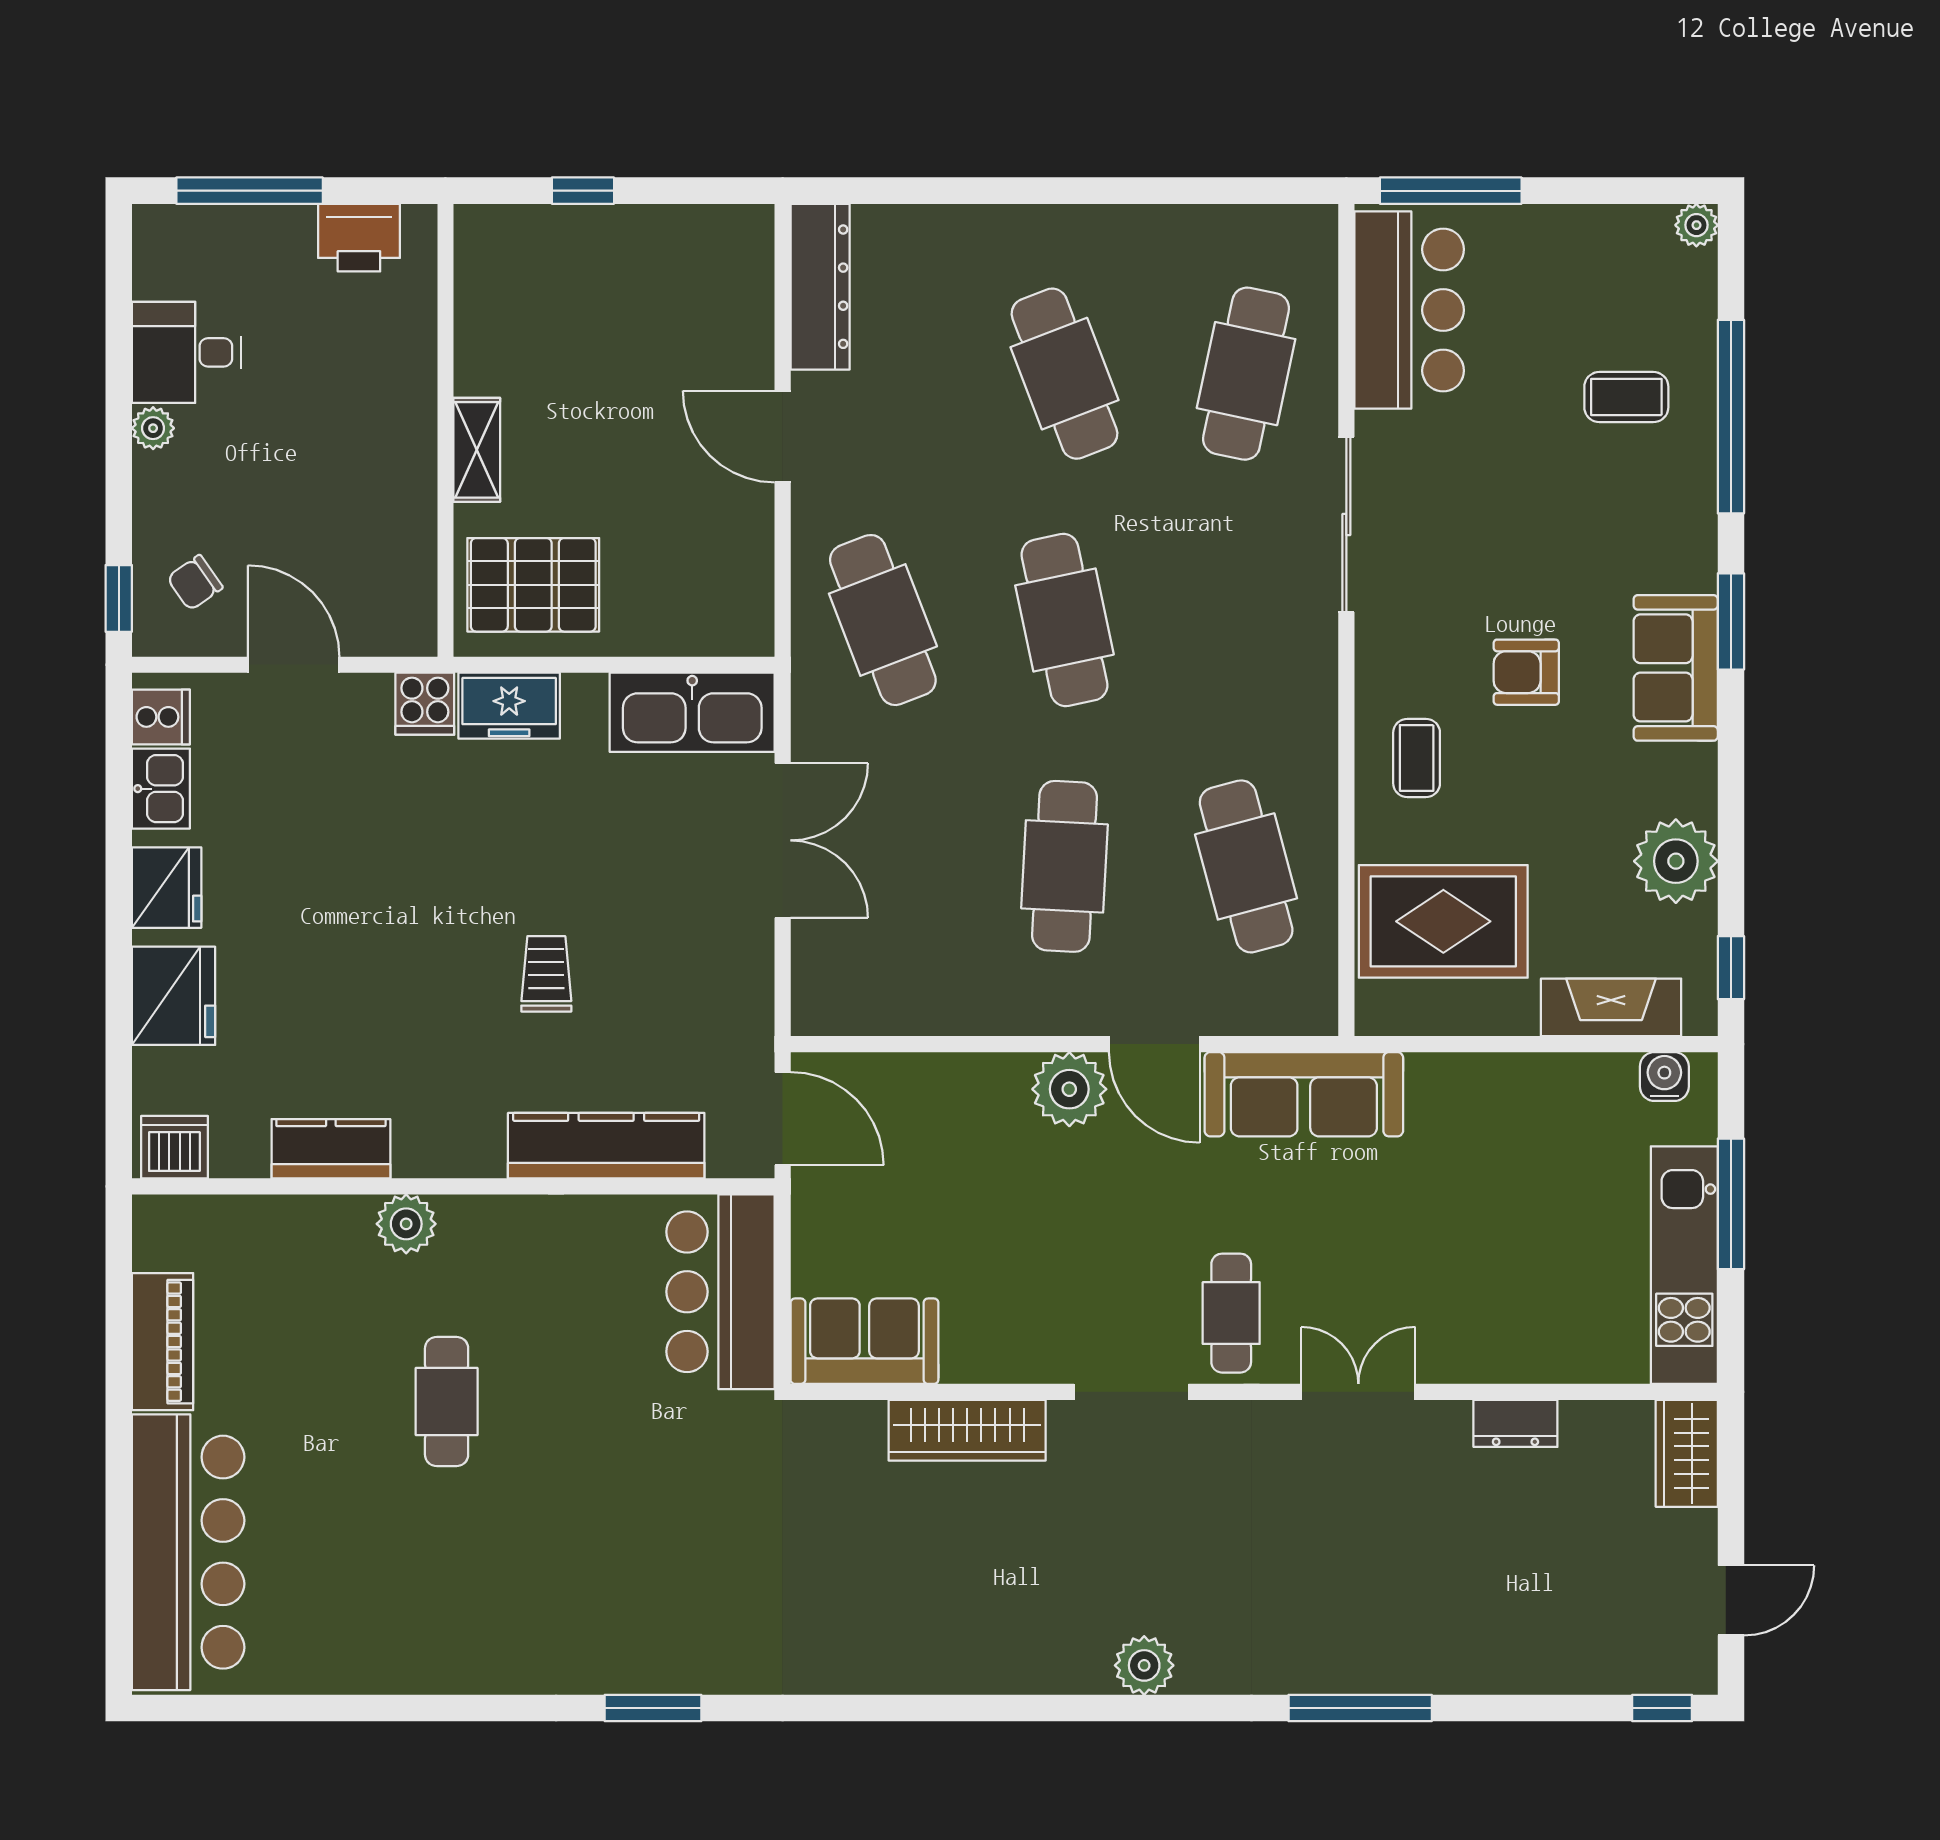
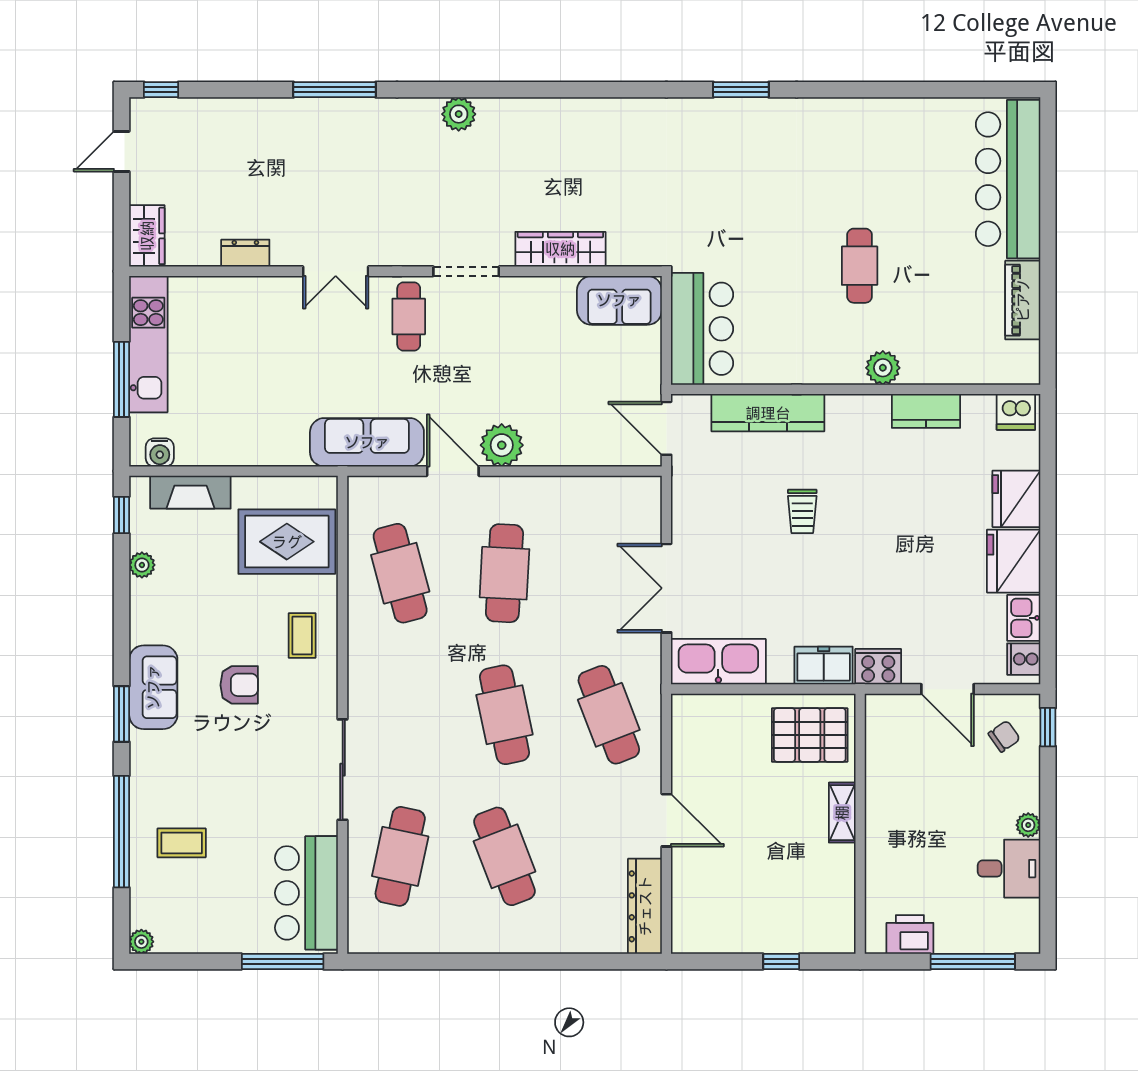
cooker: (425, 704) -> (878, 667), width x1.36
plant: (1676, 861) -> (142, 565), width x0.53, depth x0.53
fridge: (167, 888) -> (1014, 561), width x1.36, depth x1.34

